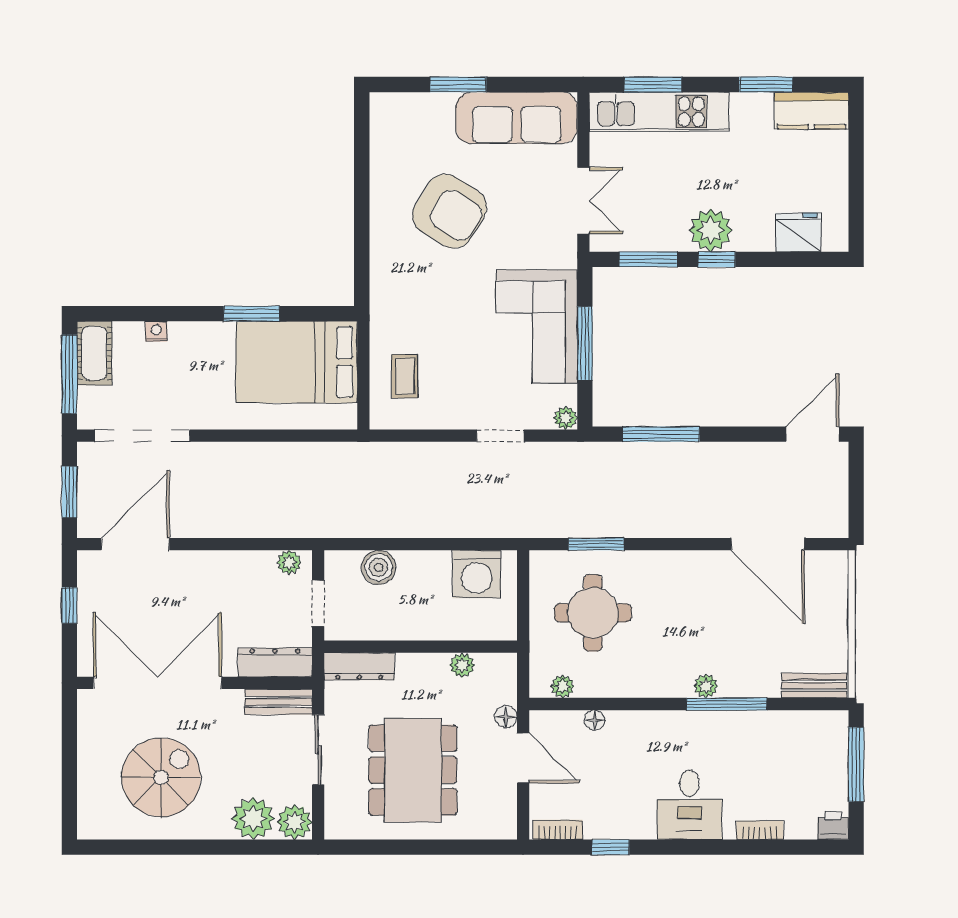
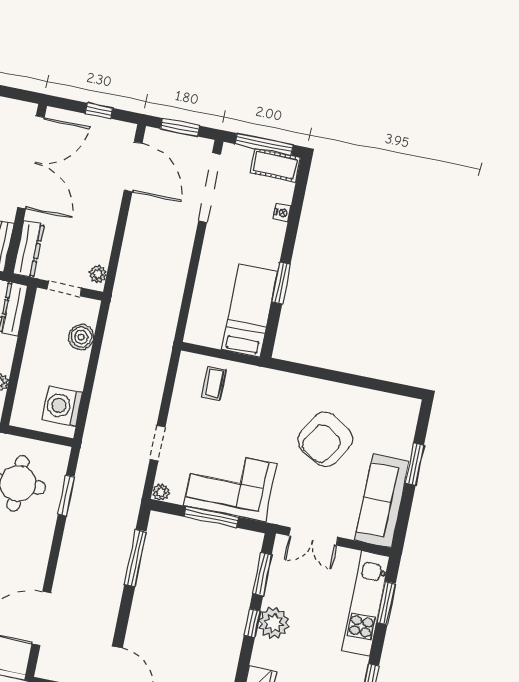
bed: (297, 362) -> (249, 310), width x0.67
coffee table: (405, 376) -> (214, 383), turned 90

